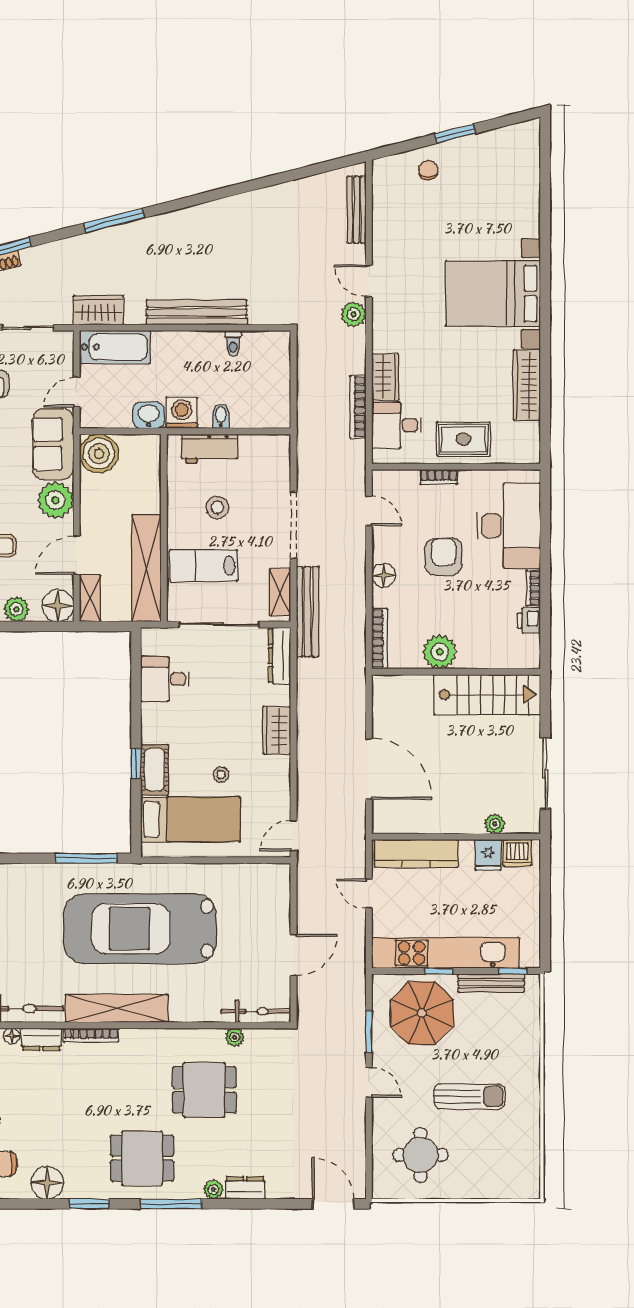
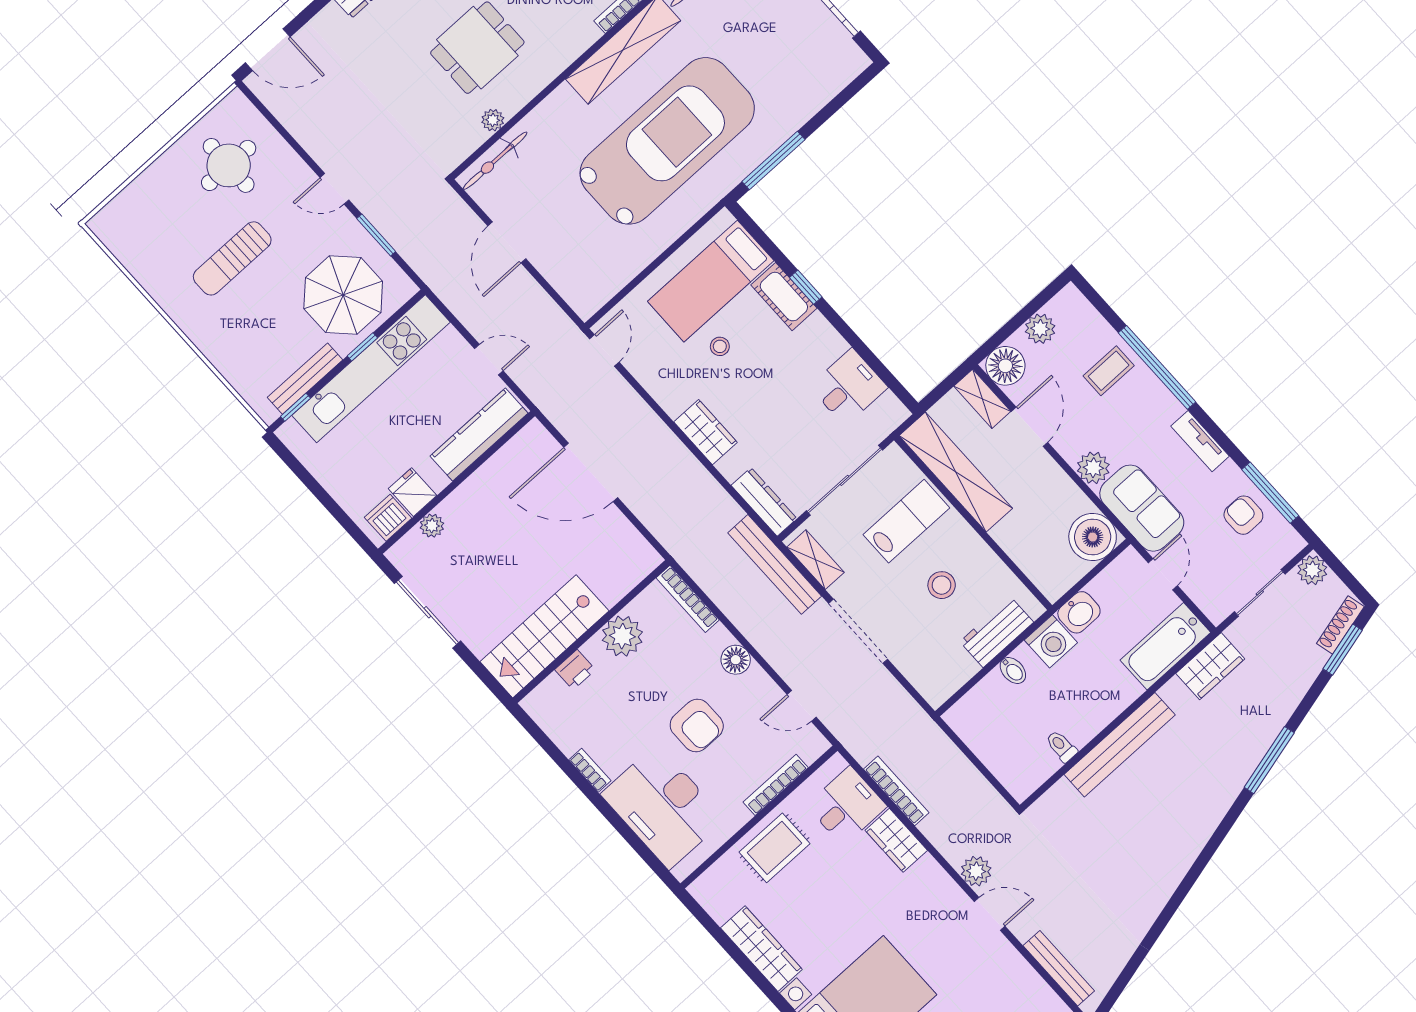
bookcase: (439, 477) -> (776, 785), width x1.56
plant: (55, 500) -> (1093, 468), width x0.73, depth x0.73
printer: (529, 621) -> (575, 670), moved, turned 90

